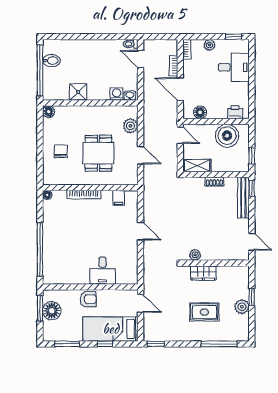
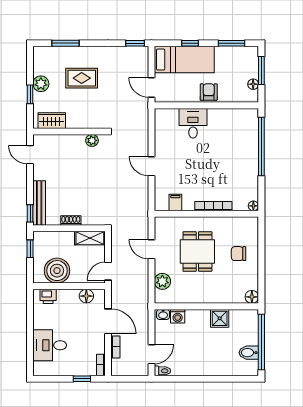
window: (234, 37) -> (82, 379), moved
plant: (209, 45) -> (76, 370), removed
door: (141, 59) -> (151, 354), hinge flipped
door: (180, 135) -> (108, 271), hinge flipped
chair: (61, 151) -> (239, 254), turned 90
wardrobe: (203, 273) -> (52, 121), moved
armchair: (88, 299) -> (209, 92), turned 90
window: (40, 308) -> (261, 71), moved
floor lamp: (52, 311) -> (253, 84), width x0.53, depth x0.53
window: (219, 344) -> (66, 43), width x0.69

